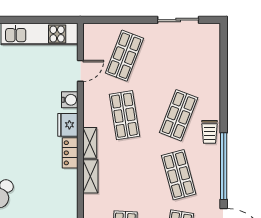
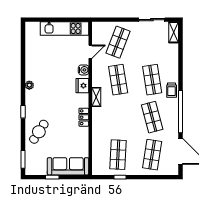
shop shelf: (179, 115) -> (152, 80), turned -30
locker: (70, 153) -> (84, 117), moved
shelving: (90, 176) -> (174, 32), moved

